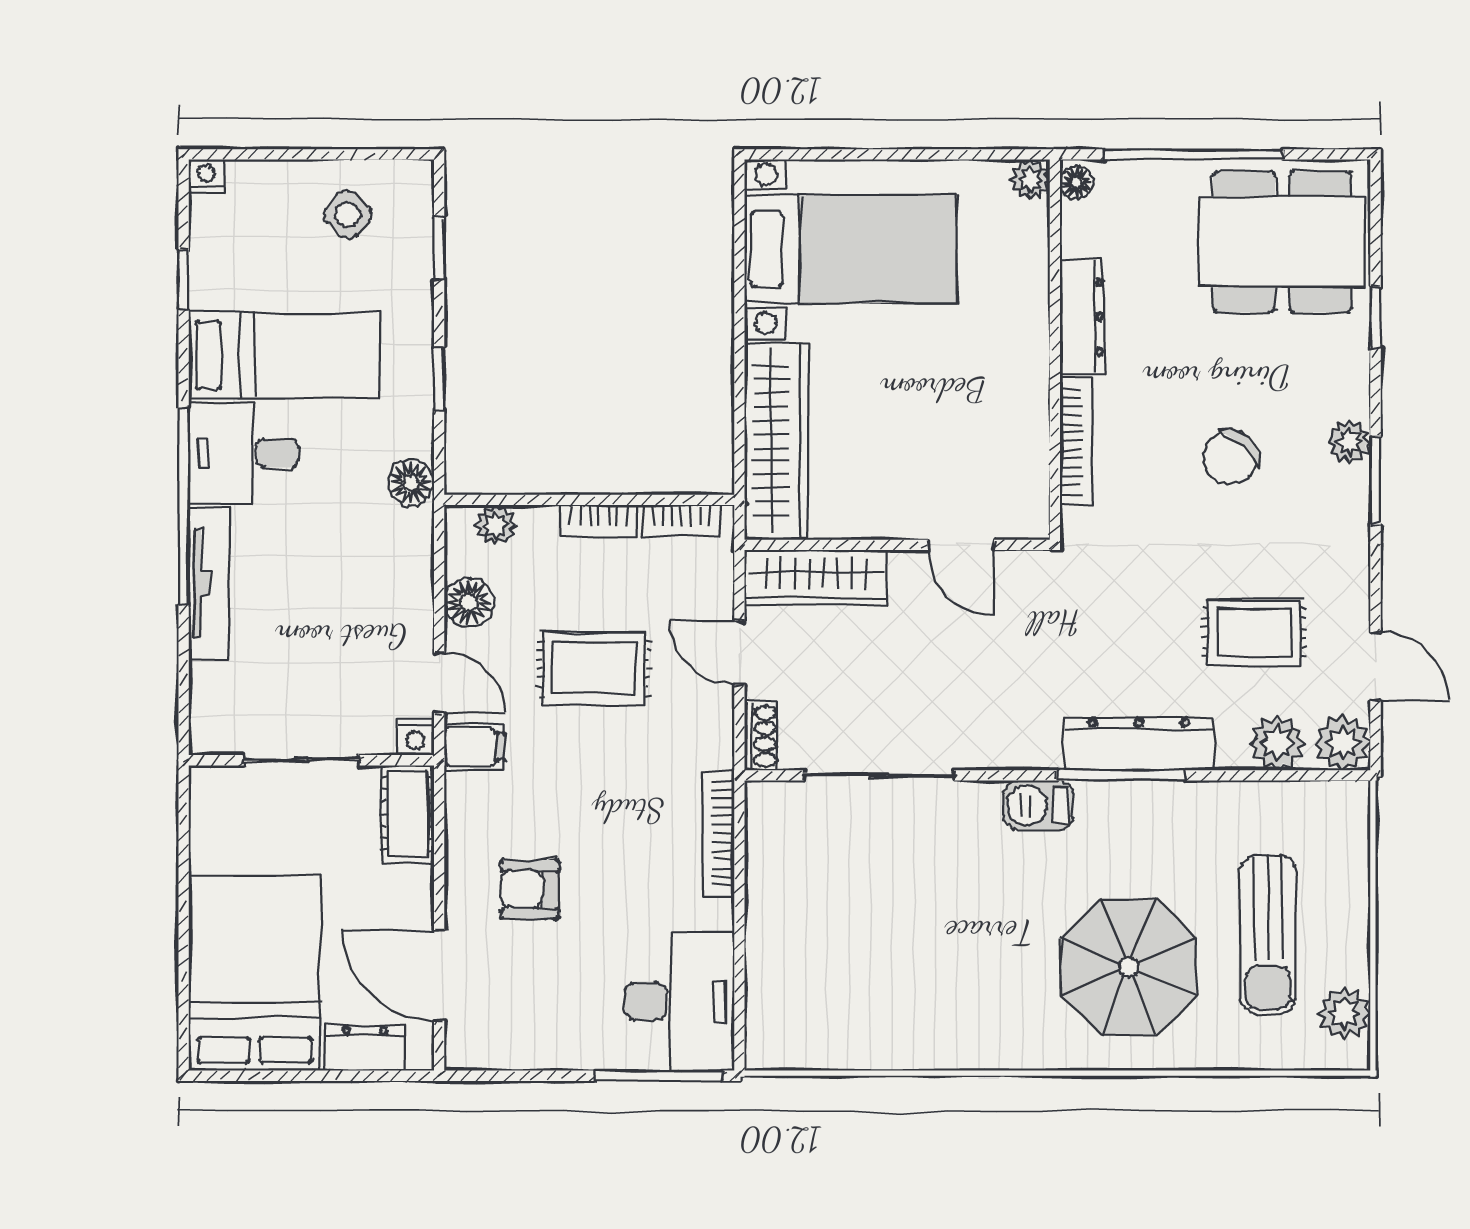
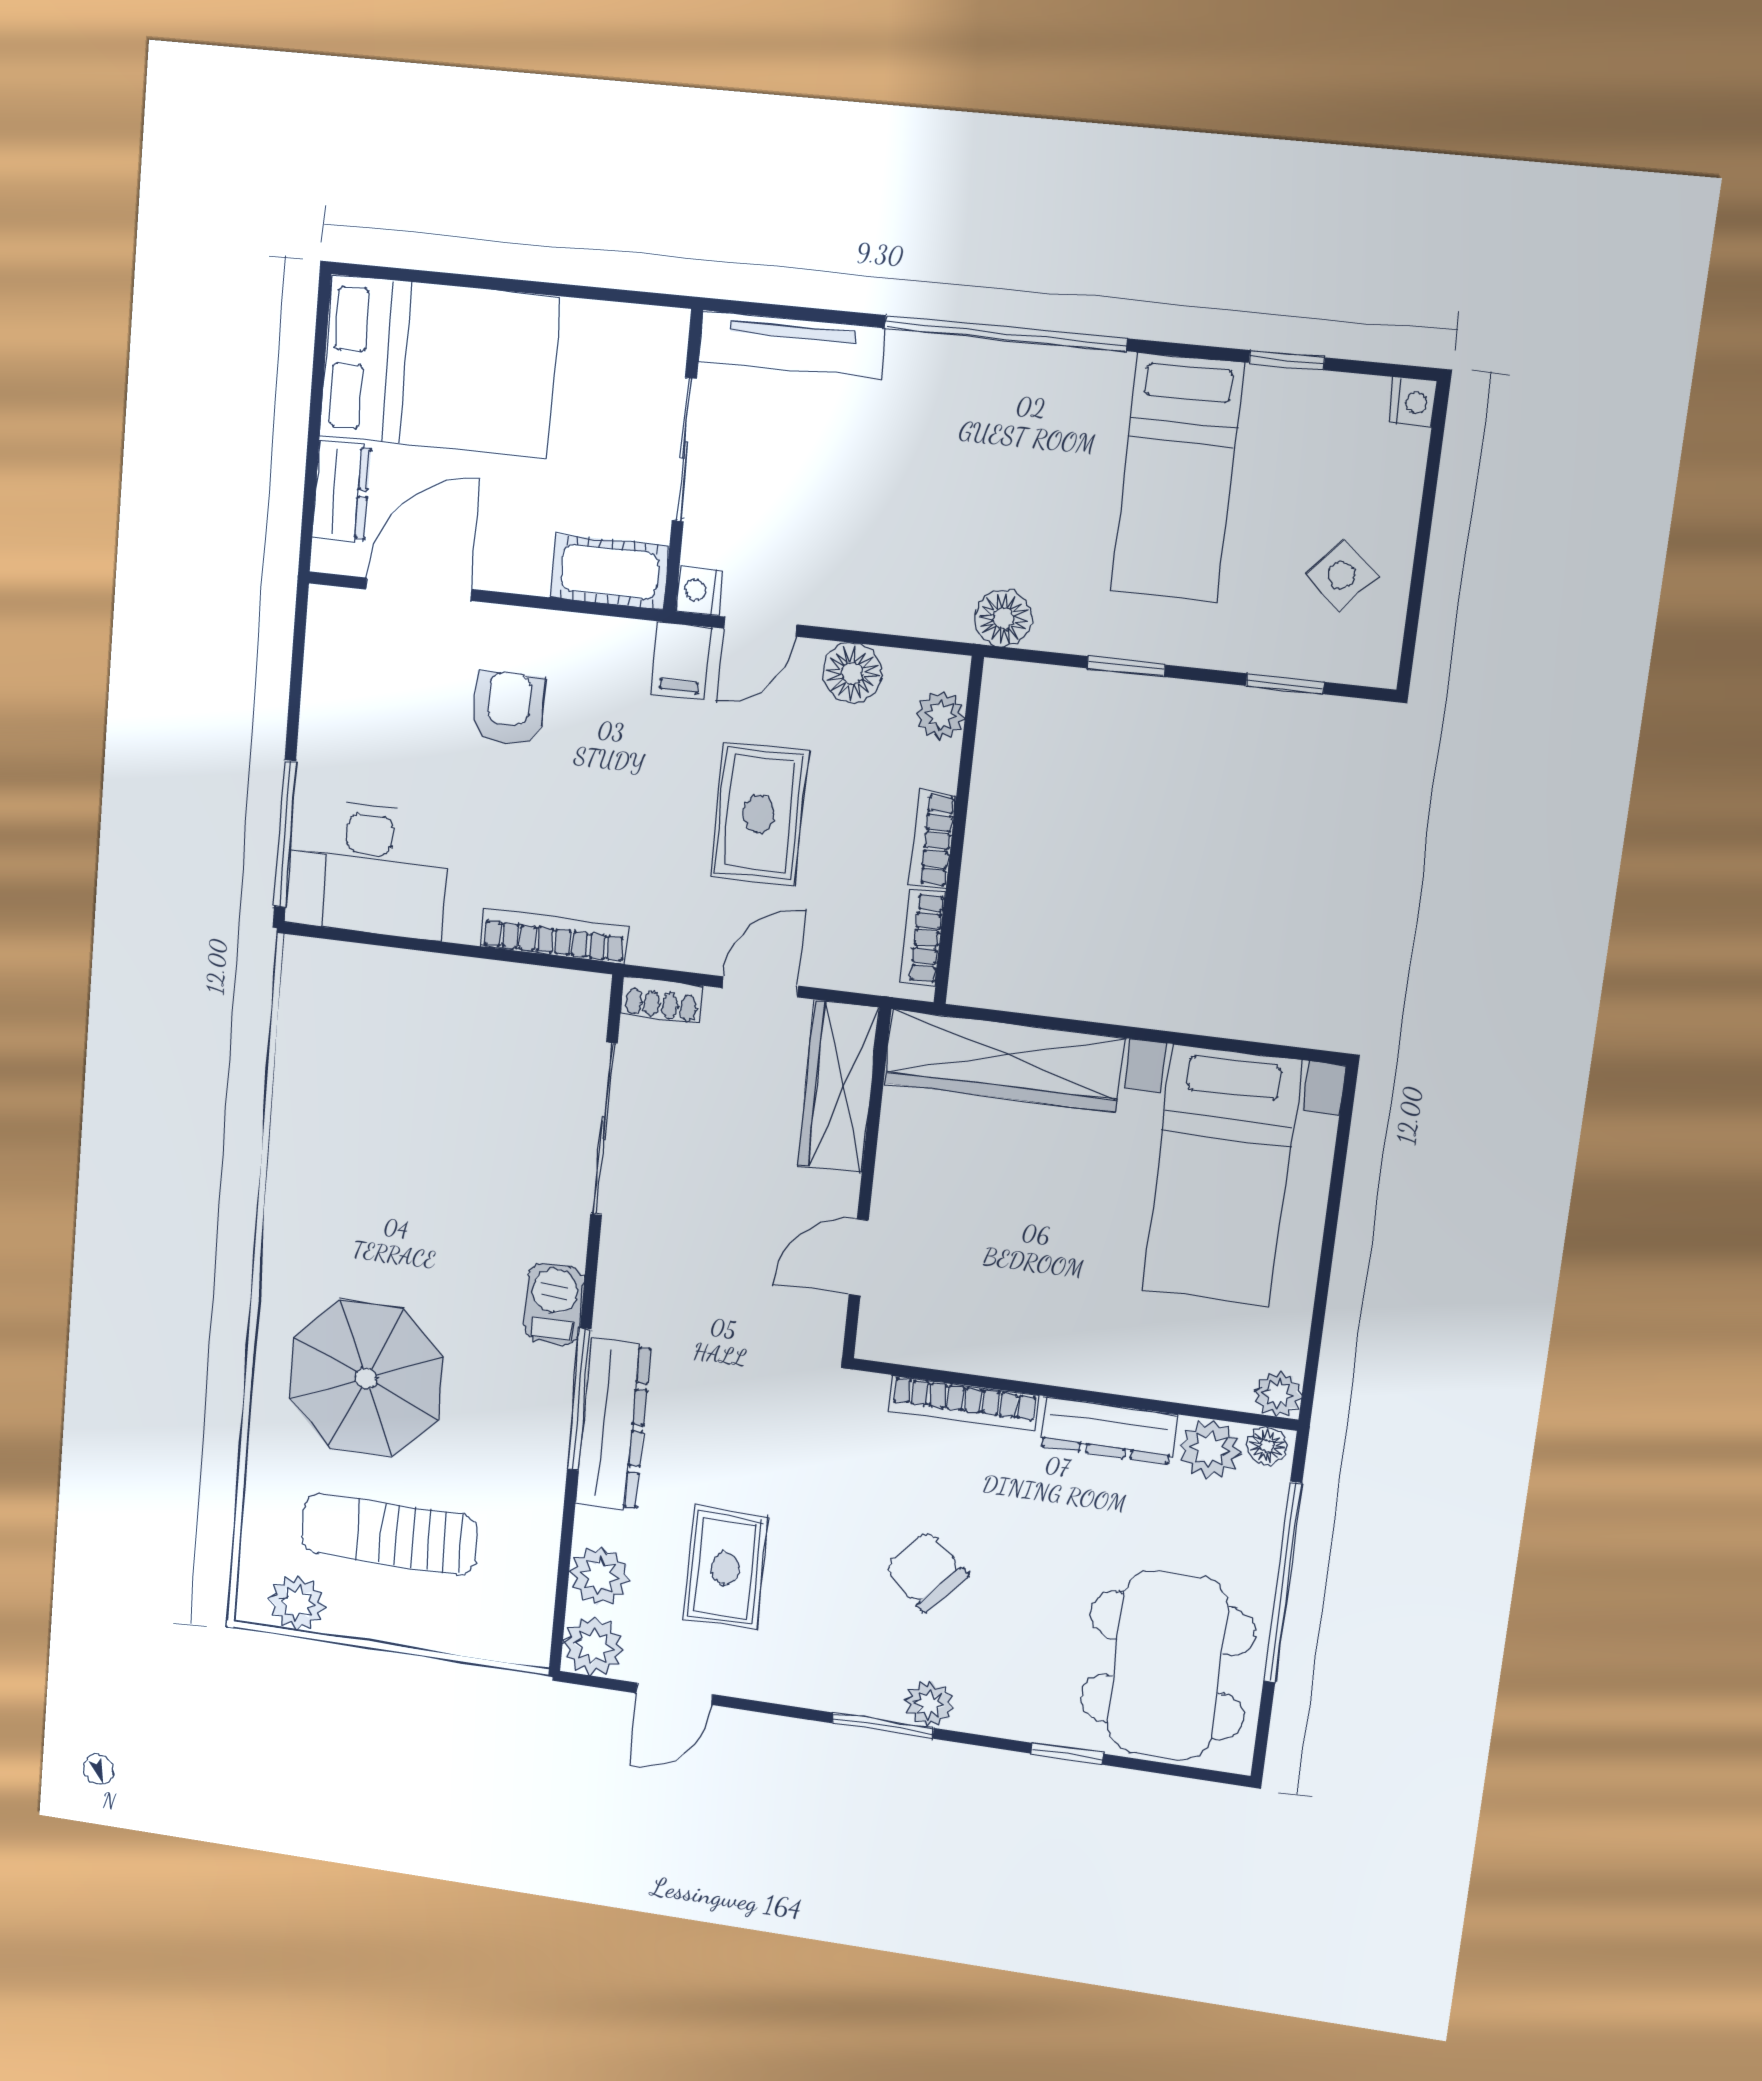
plant: (1086, 229) -> (1210, 1449), added
desk: (244, 453) -> (1062, 415), removed
tv unit: (209, 584) -> (792, 345), moved

